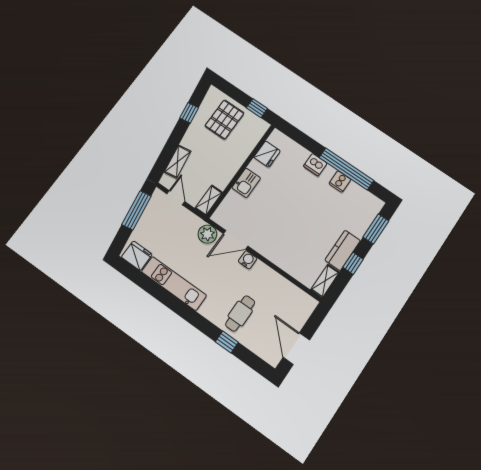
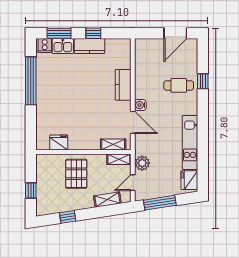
window: (257, 108) -> (31, 191), moved
pallet: (224, 119) -> (76, 174), moved, turned 90
dishwasher: (315, 165) -> (43, 104), removed
cooker: (340, 182) -> (45, 46), moved, turned 90
kitchen sink: (246, 183) -> (63, 46), moved, turned 180
plant: (207, 234) -> (142, 163), moved
kitchen counter: (280, 257) -> (123, 85), added
shelving: (325, 281) -> (113, 144), moved

